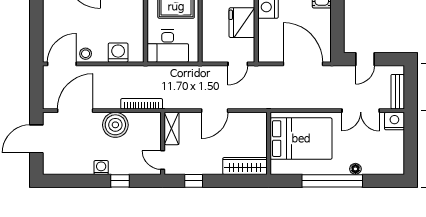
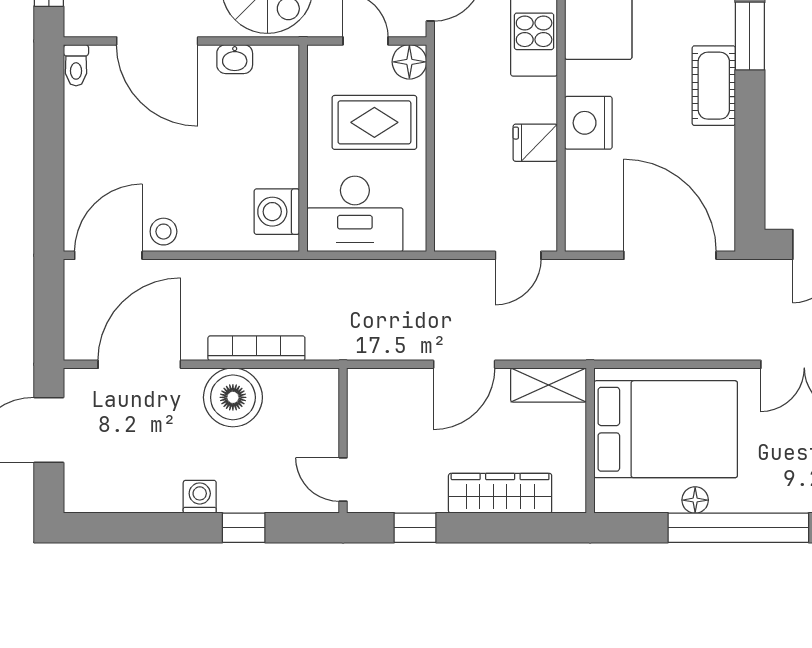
fridge: (242, 23) -> (535, 143), width x0.53, depth x0.75
washing machine: (118, 53) -> (277, 212), moved, turned -90
bookcase: (142, 104) -> (256, 348), moved
shelving: (172, 128) -> (549, 385), moved, turned 90
wardrobe: (245, 166) -> (500, 493), moved
floor lamp: (355, 169) -> (695, 500), moved

